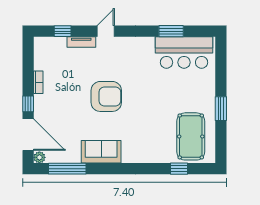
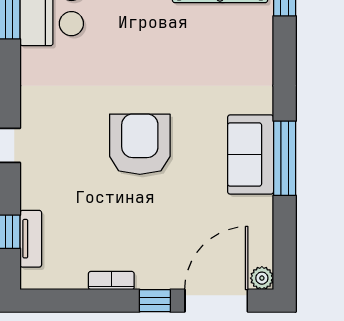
tv unit: (81, 42) -> (31, 239), moved
window: (67, 169) -> (285, 158), moved

